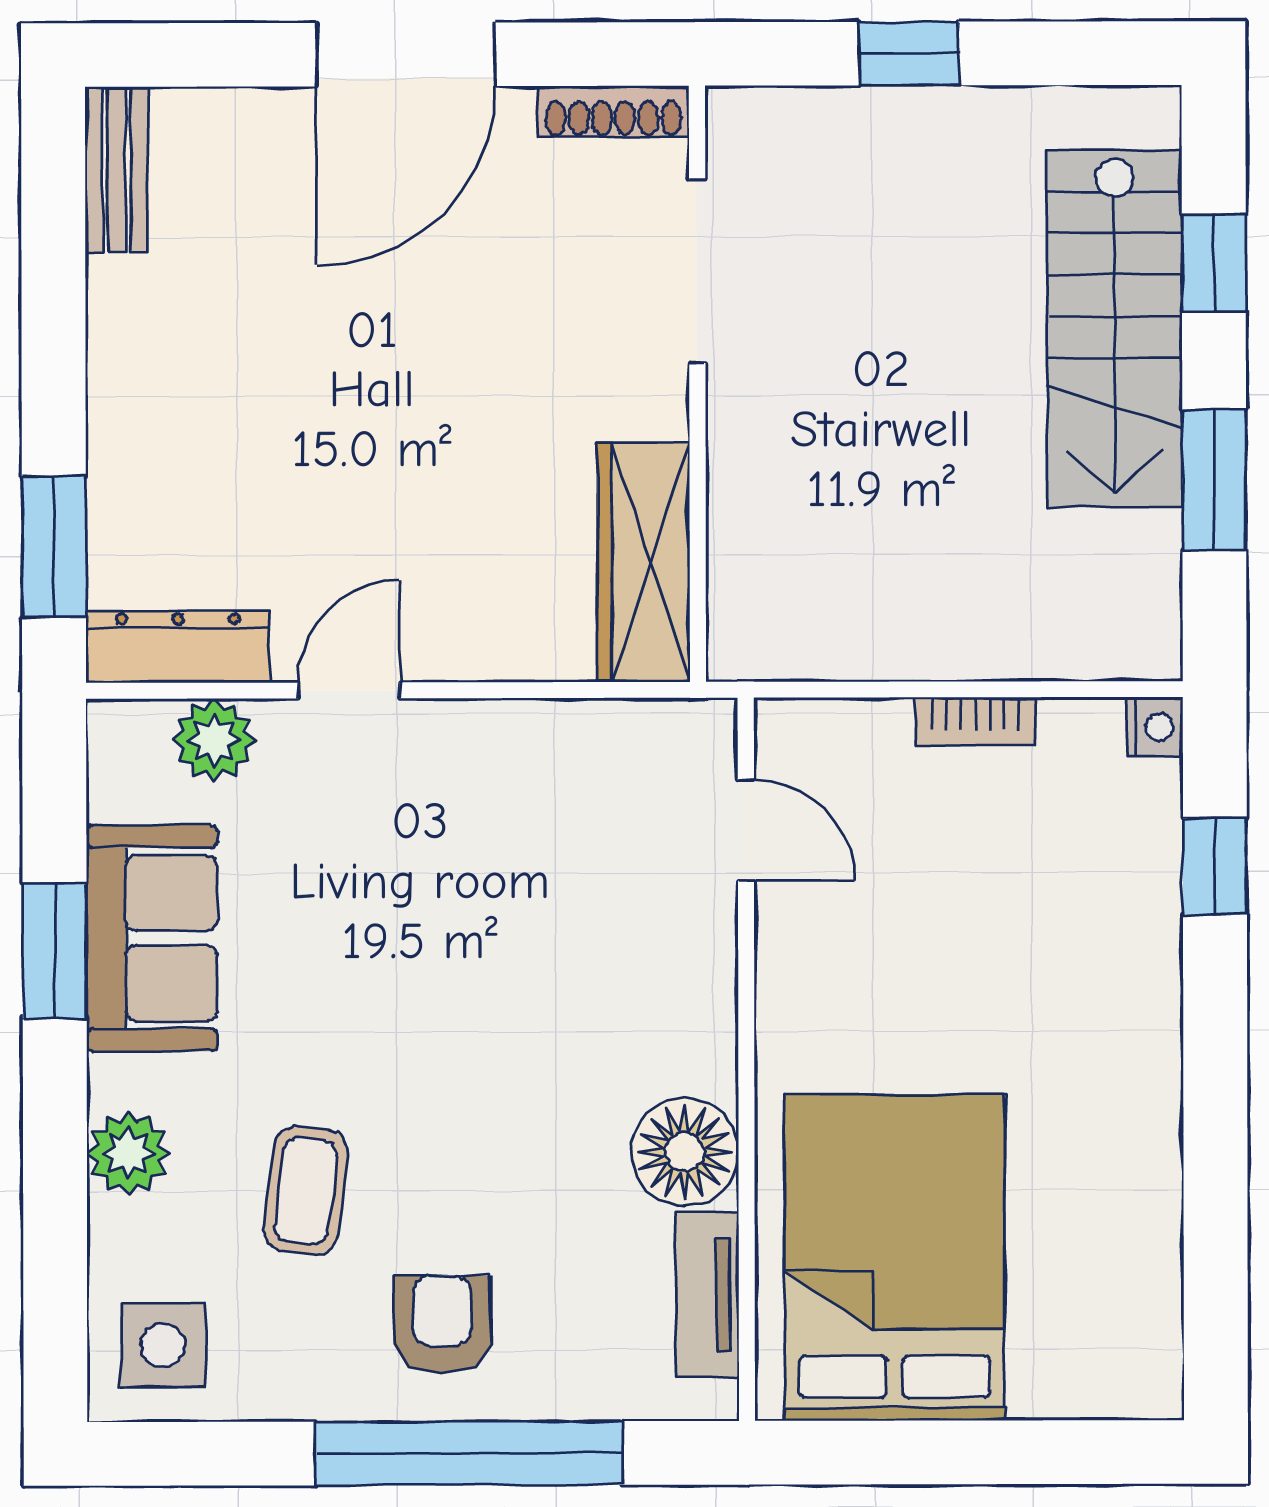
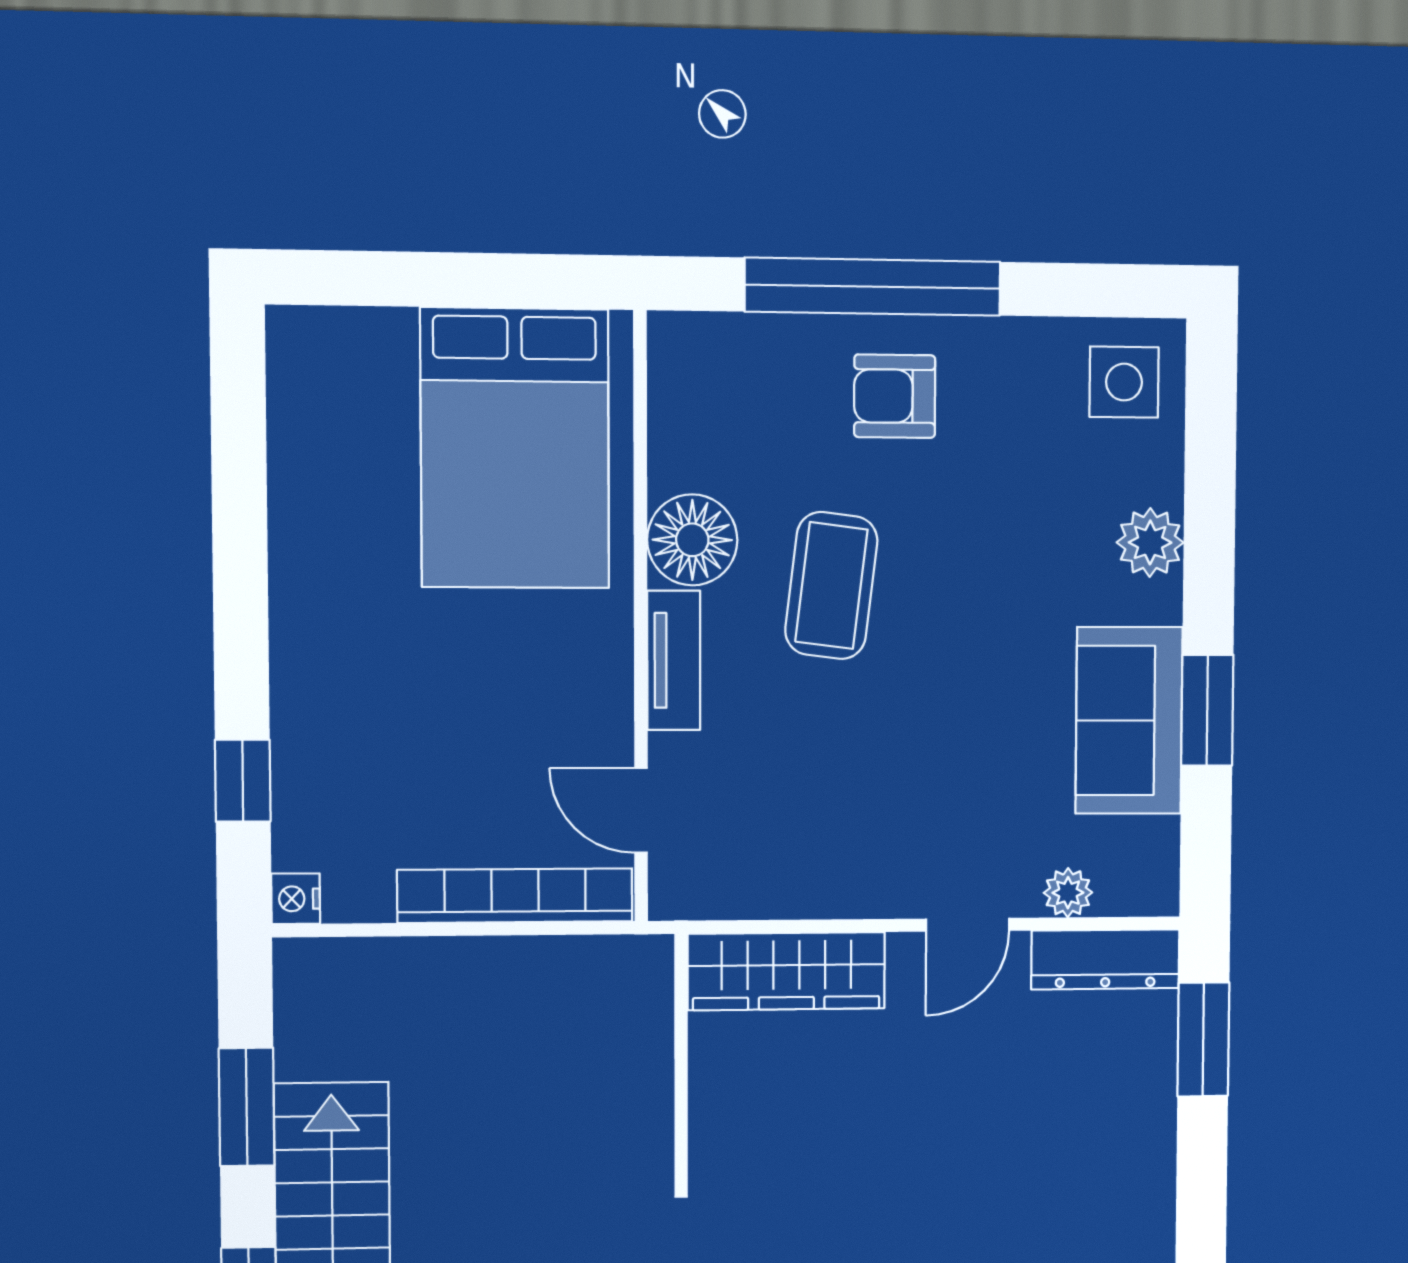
wardrobe: (644, 562) -> (786, 971), moved, turned 90
bookcase: (975, 721) -> (515, 896), width x2.31, depth x1.31
plant: (214, 740) -> (1068, 893), width x0.73, depth x0.73
coffee table: (306, 1191) -> (831, 586), moved, width x1.36, depth x1.30
tv unit: (707, 1295) -> (674, 660), moved
armchair: (442, 1325) -> (895, 396), turned 90

